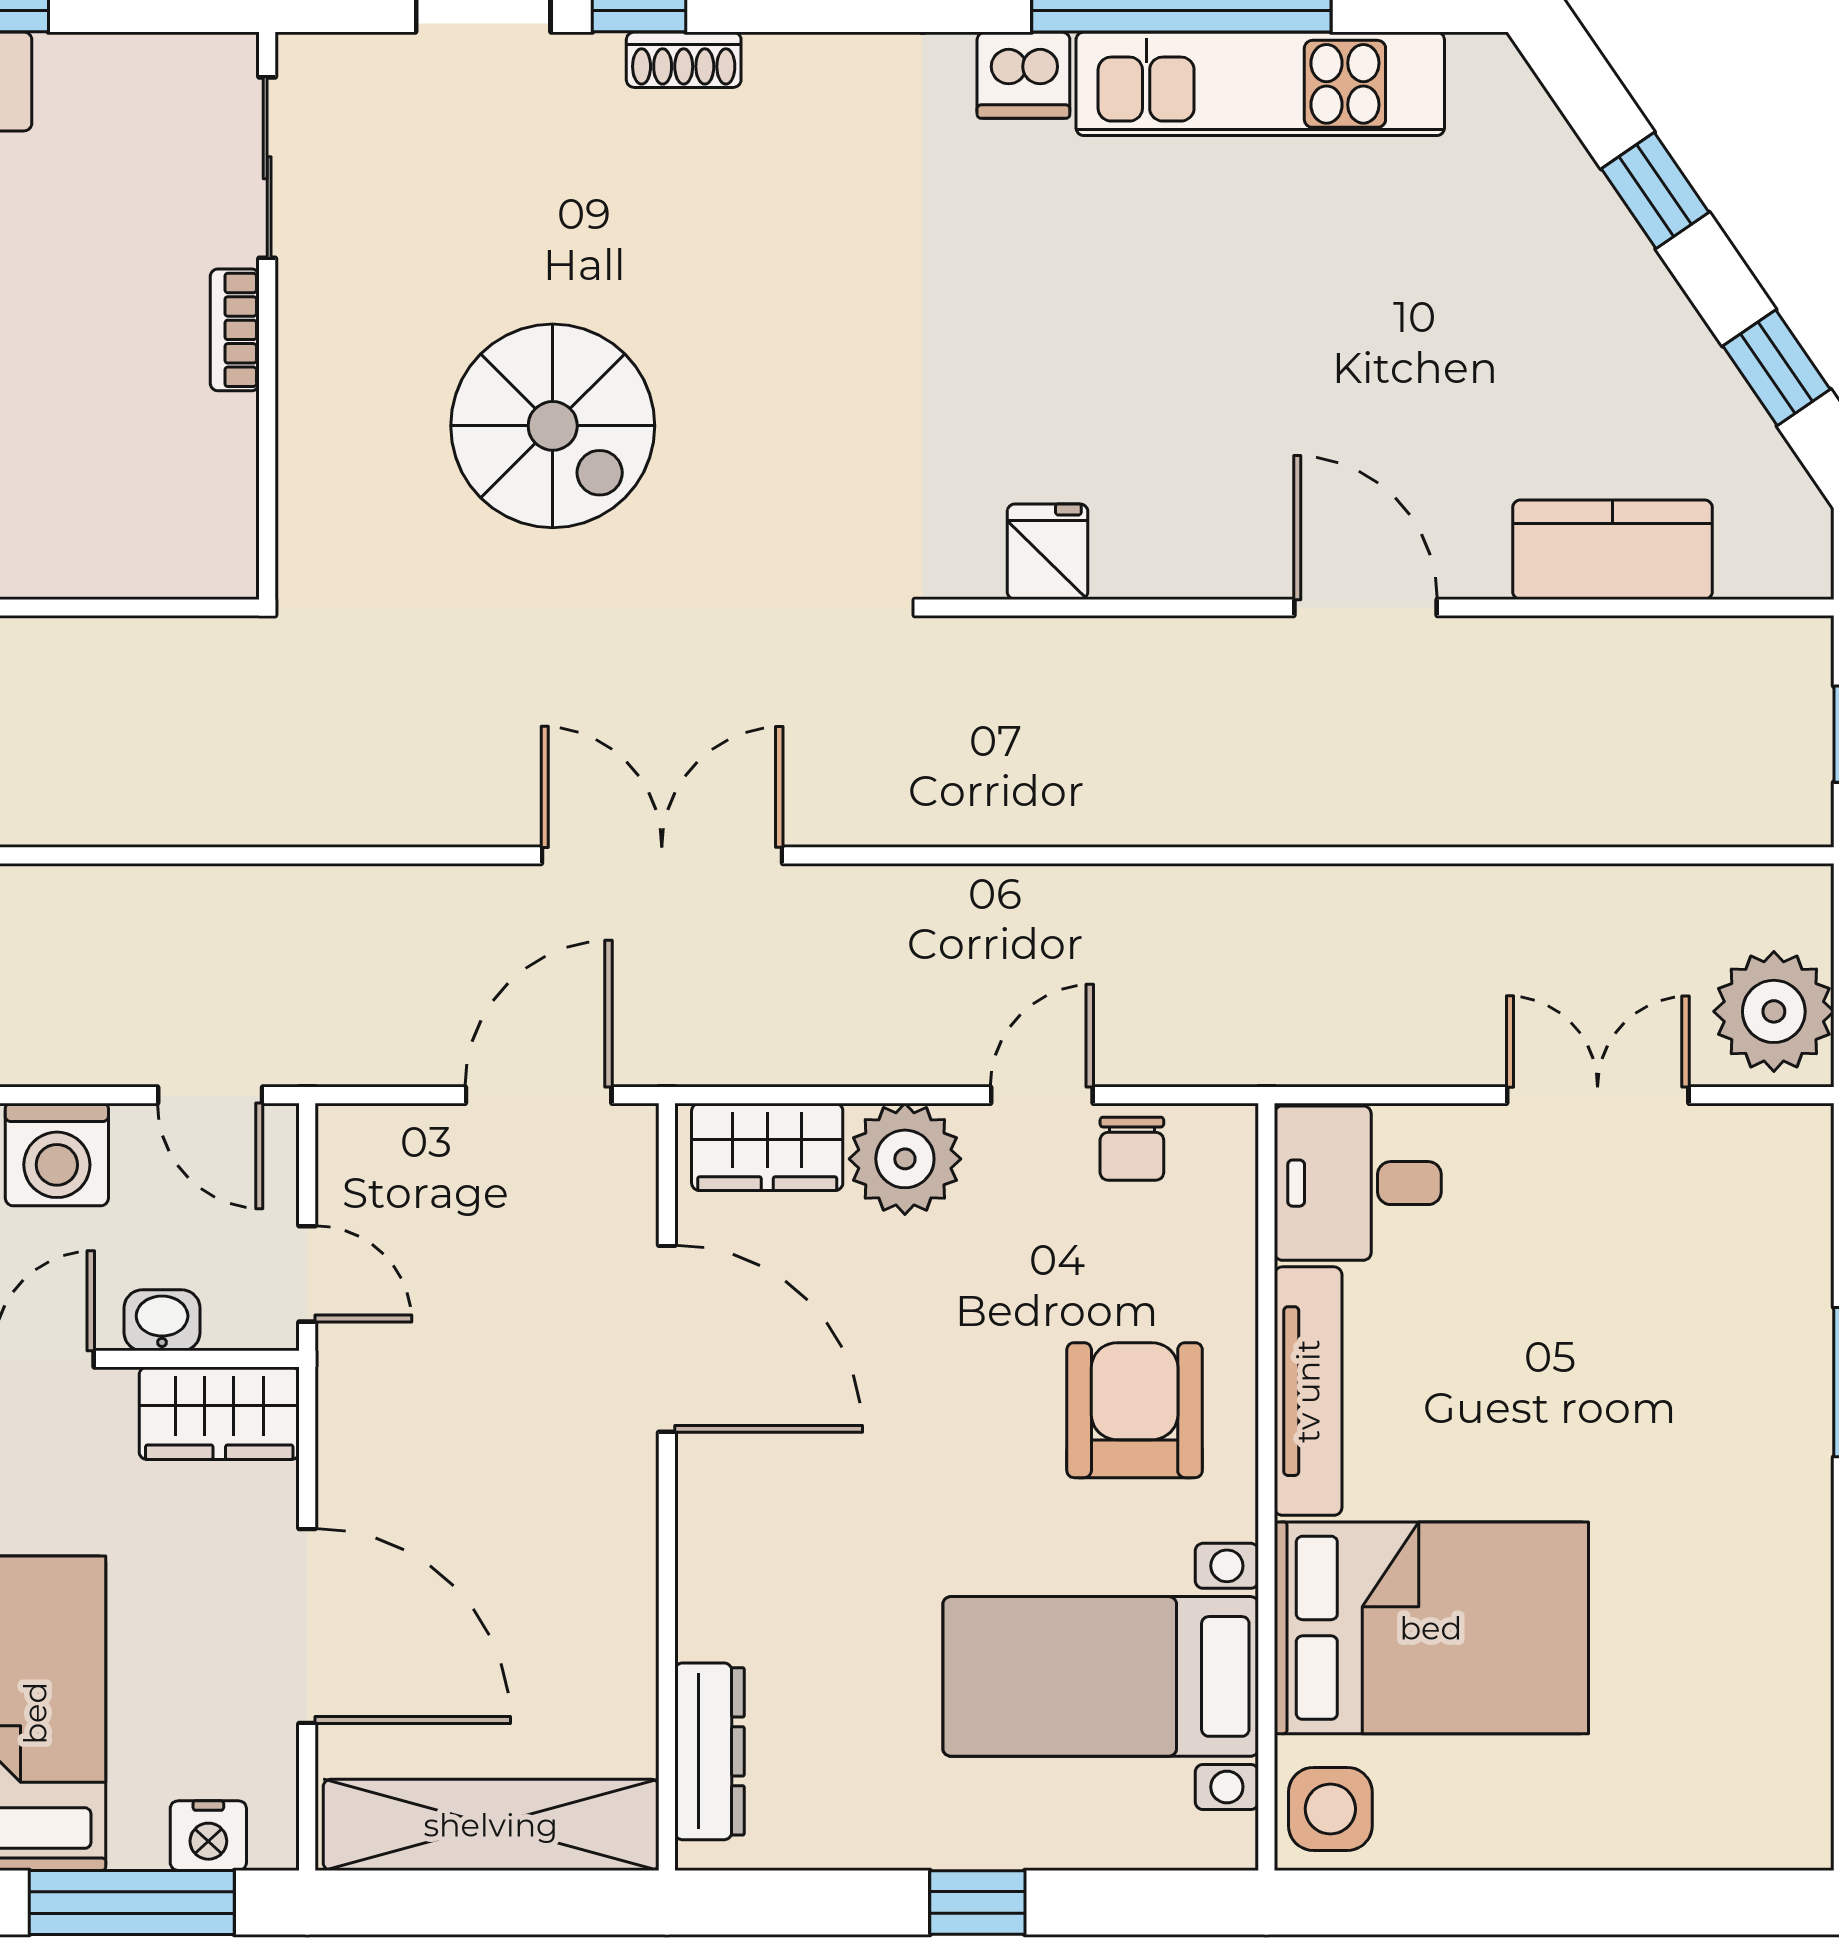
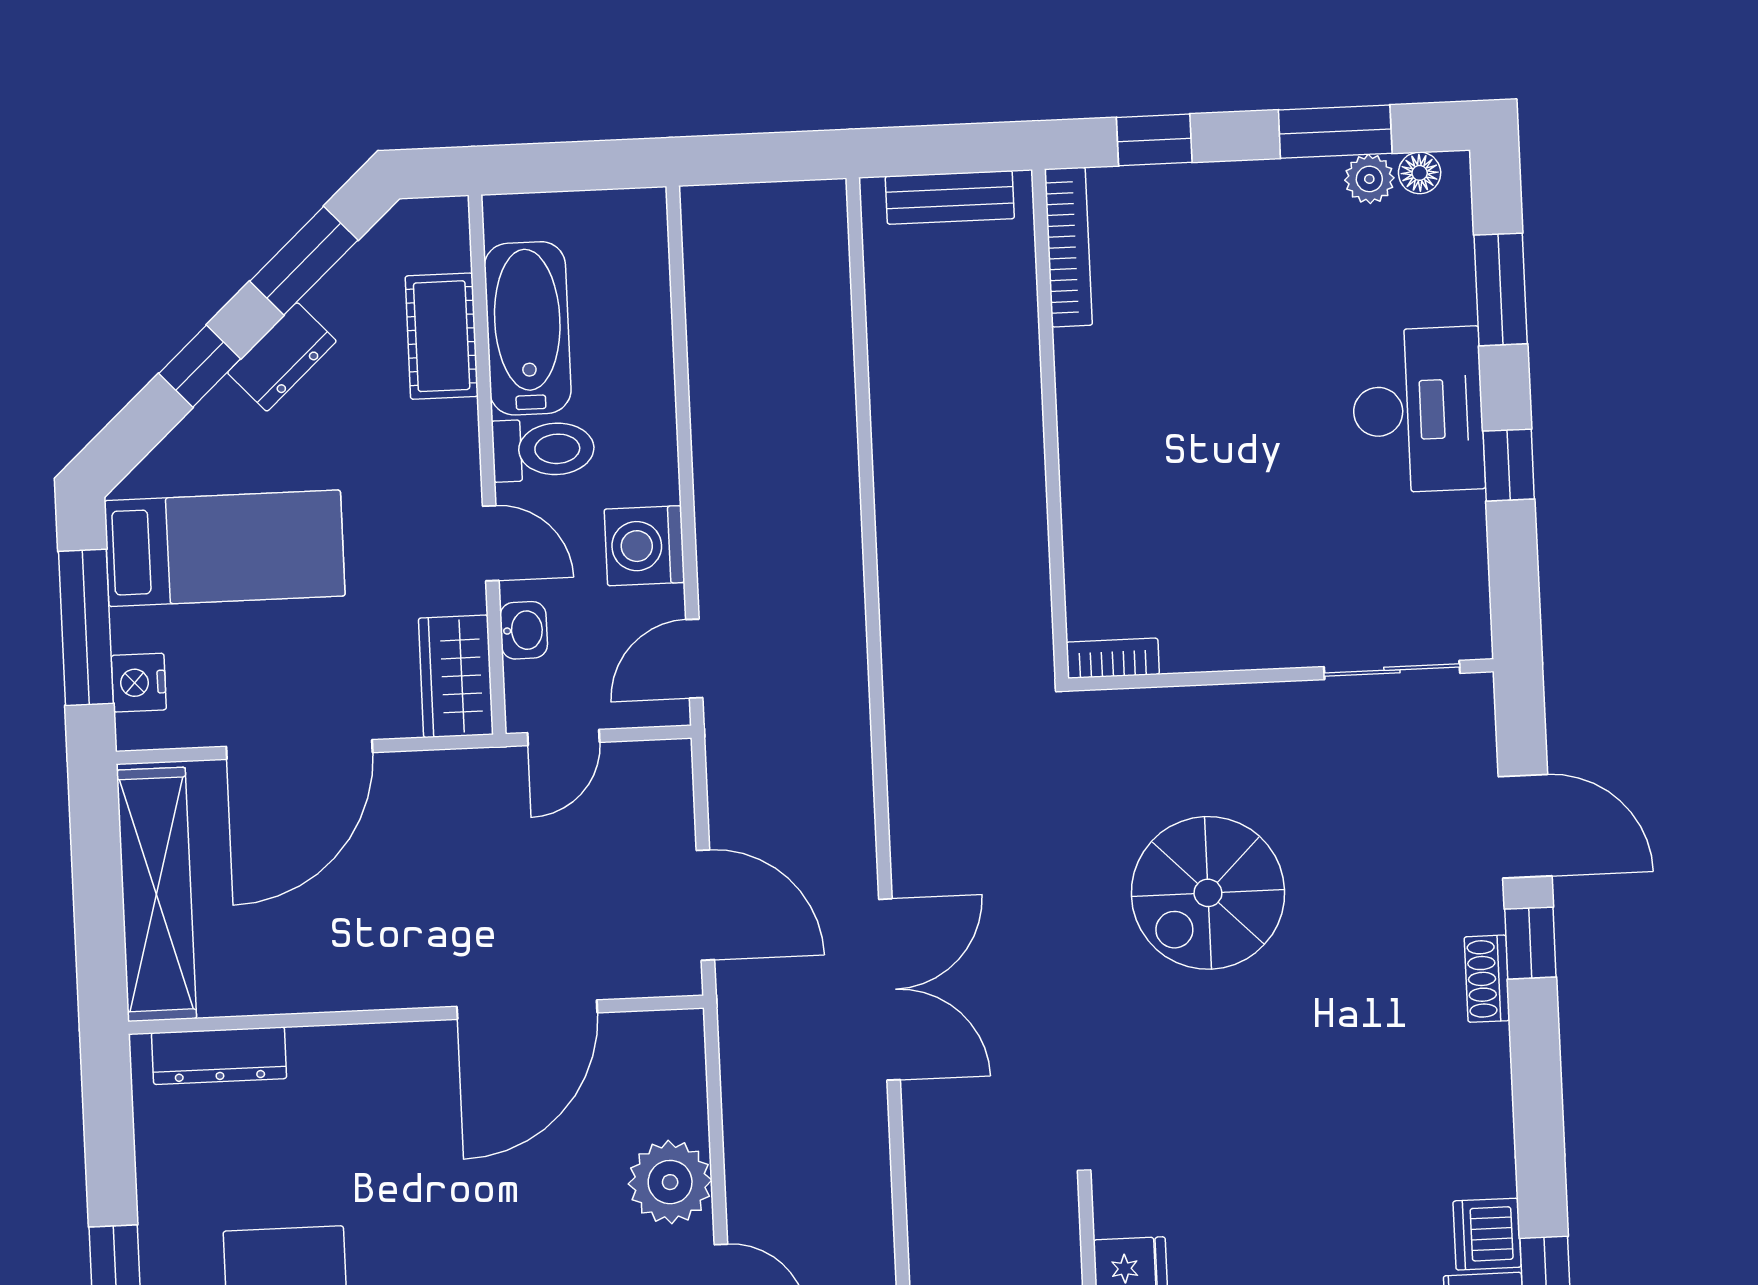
bookcase: (235, 330) -> (1113, 658), moved
wardrobe: (767, 1147) -> (674, 1078), removed

